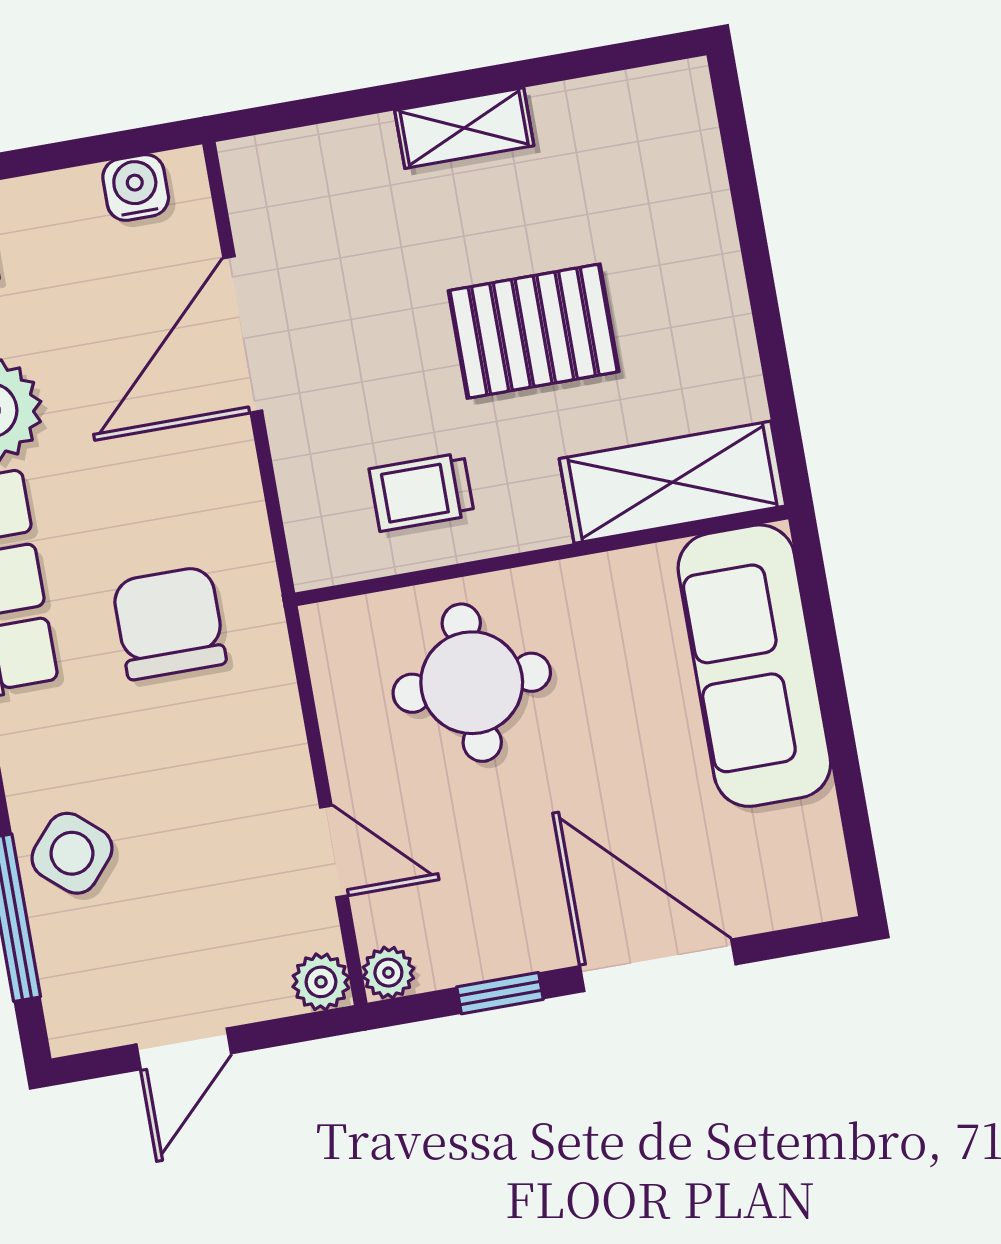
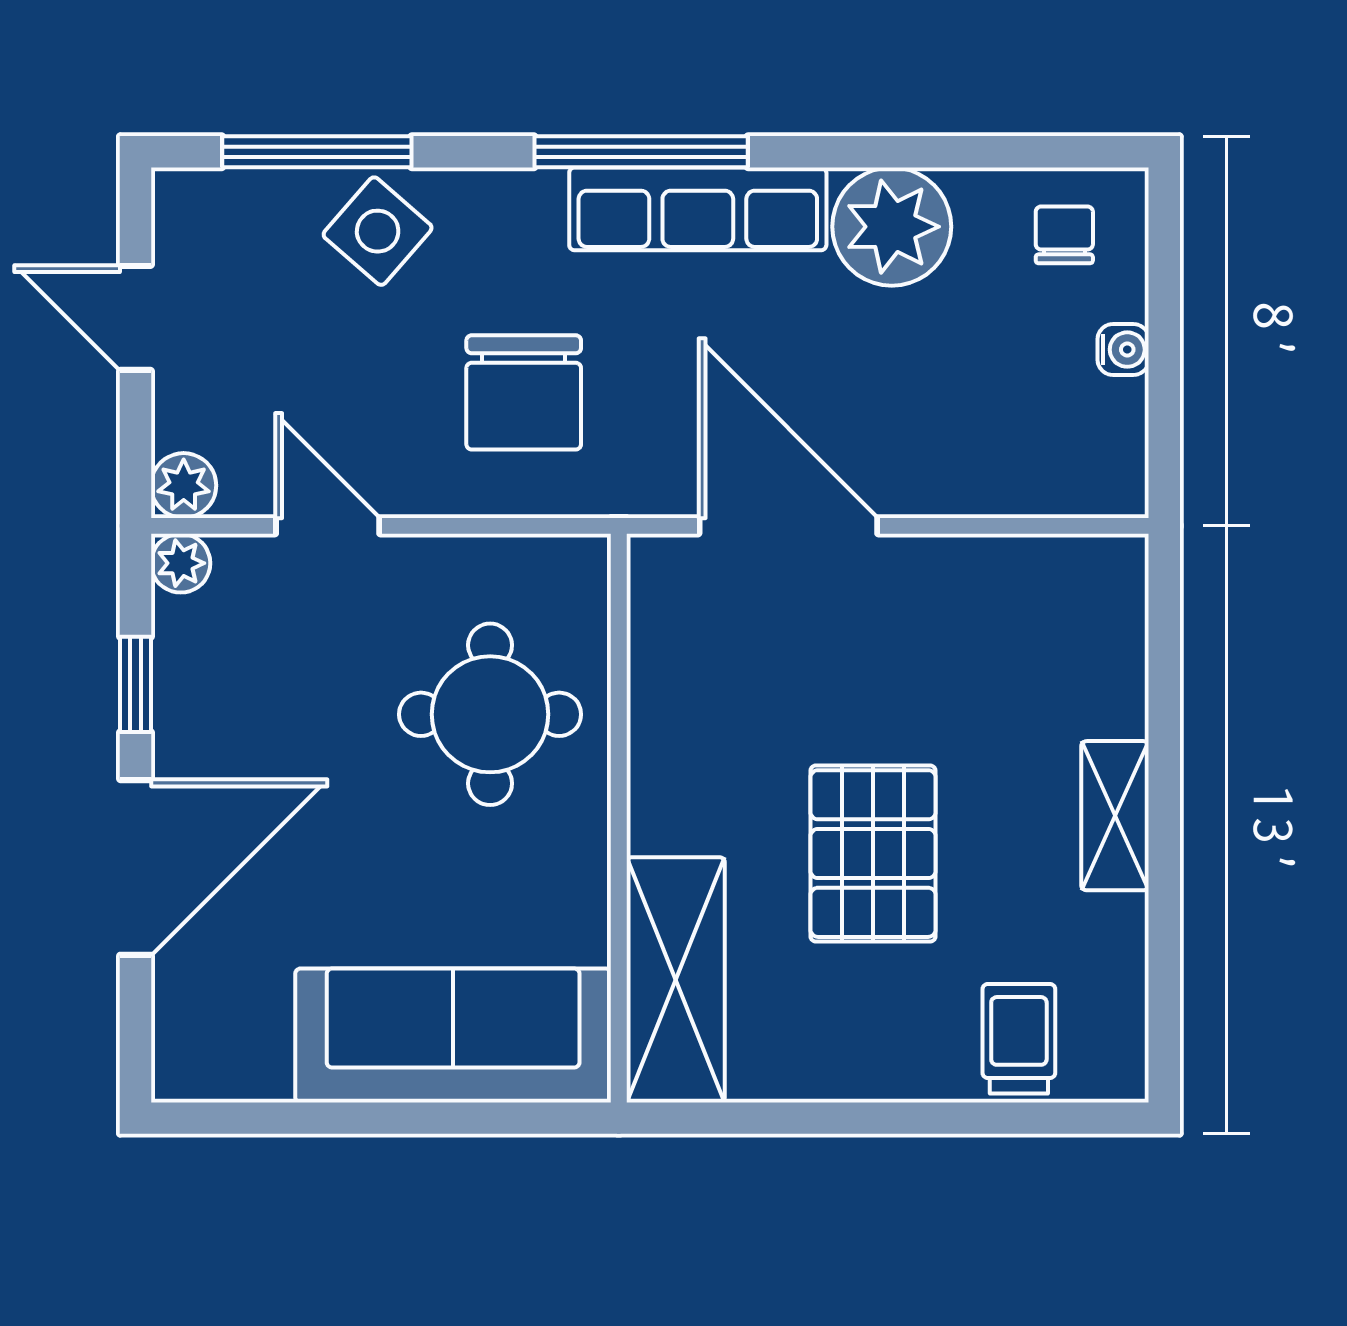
water cooler: (136, 187) -> (1123, 350), moved, width x0.72, depth x0.72
door: (243, 334) -> (788, 526), moved
trolley: (422, 492) -> (1019, 1039), moved
chair: (169, 623) -> (524, 392), moved, turned 90
door: (334, 852) -> (328, 526), swing flipped

